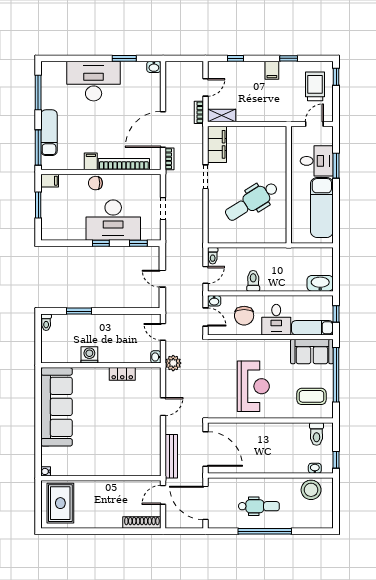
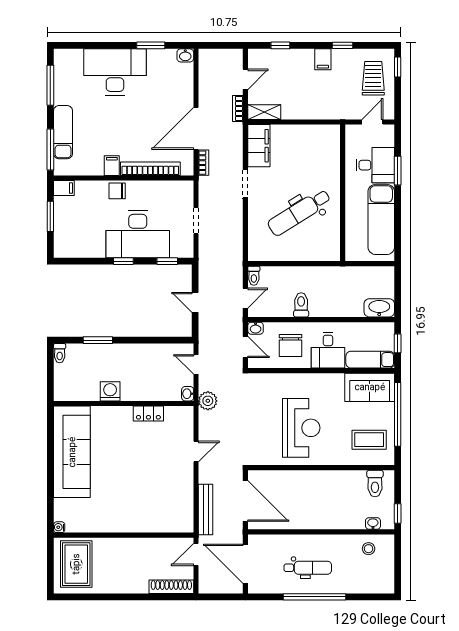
stool: (311, 490) -> (369, 549), width x0.53, depth x0.53

